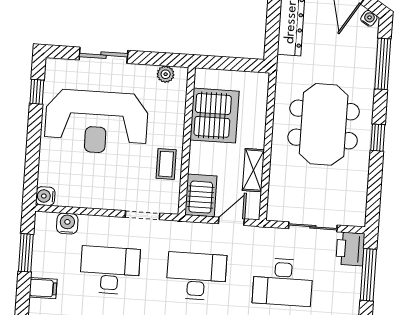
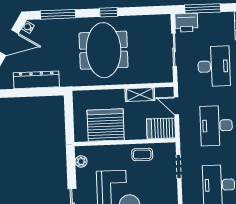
meeting table: (324, 124) -> (104, 50), turned 90

